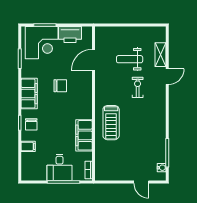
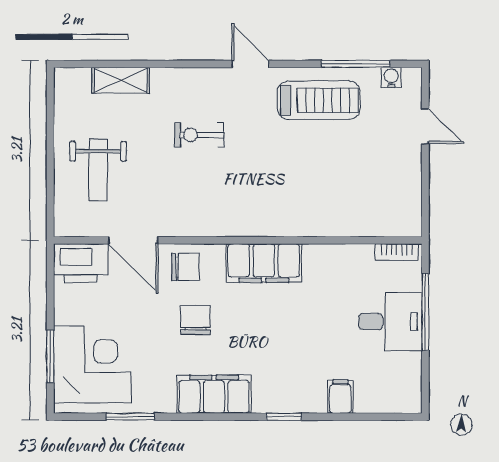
printer: (70, 35) -> (81, 263), moved, turned 90
weight bench: (130, 59) -> (98, 170), moved
door: (167, 77) -> (250, 64), moved
treadmill: (111, 123) -> (319, 100), moved
chair: (31, 124) -> (185, 267), moved
filing cabinet: (84, 135) -> (264, 263), moved
door: (141, 182) -> (425, 126), hinge flipped

